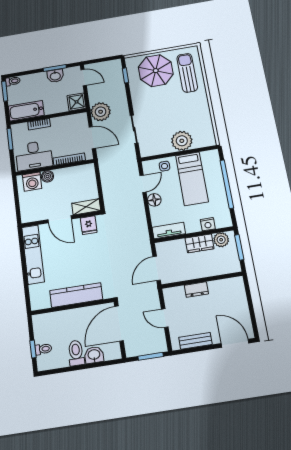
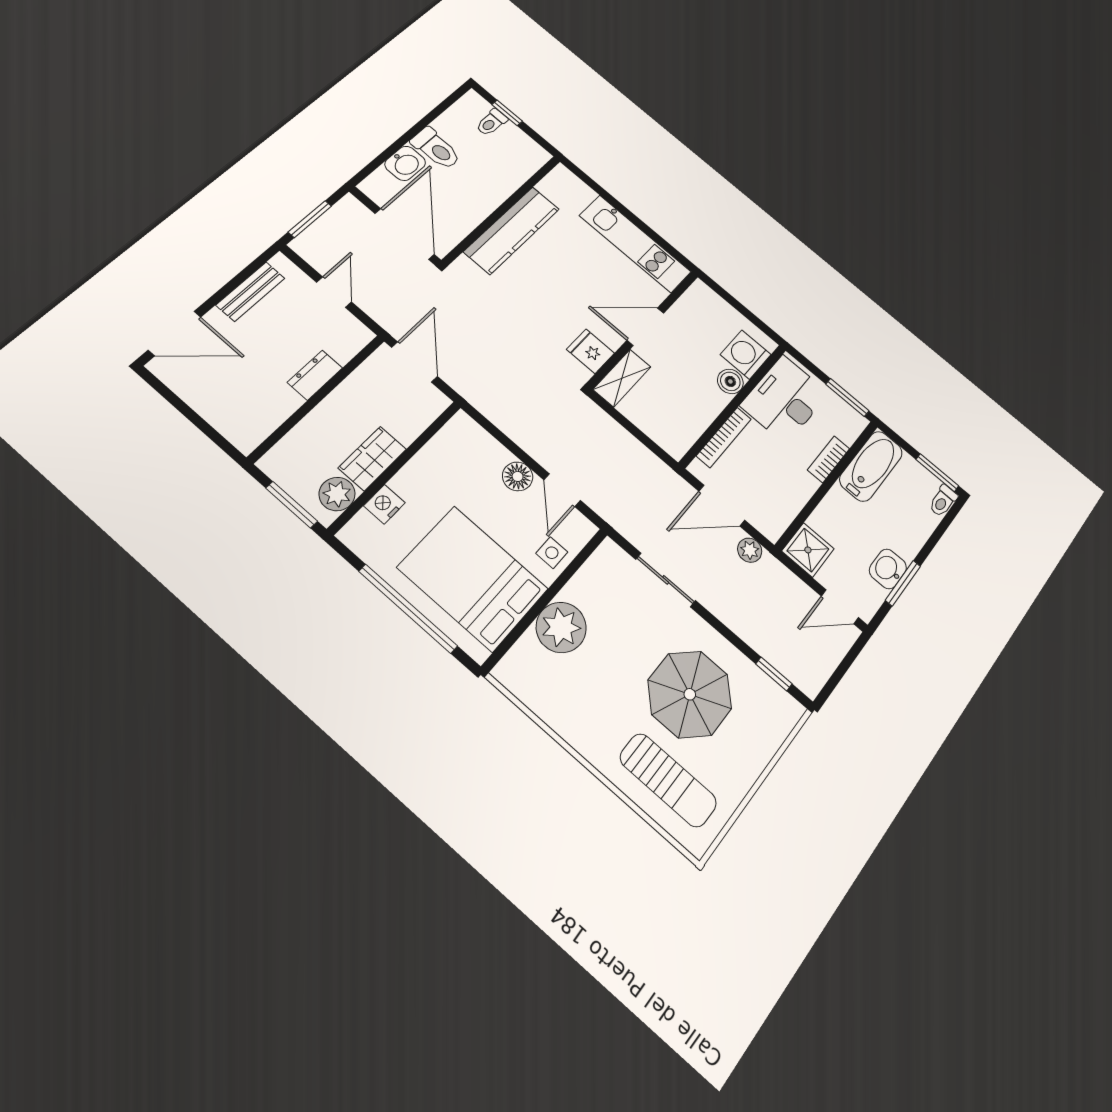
parasol: (156, 71) -> (690, 694), moved
plant: (101, 112) -> (750, 550), width x0.53, depth x0.53
bed: (192, 179) -> (473, 578), width x1.50
tv unit: (169, 230) -> (447, 441), removed
door: (165, 318) -> (334, 292), hinge flipped

